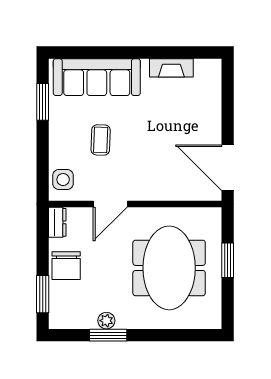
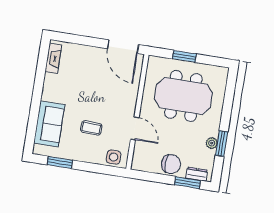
fireplace: (171, 68) -> (53, 58), moved
sofa: (97, 77) -> (49, 124), width x0.73
door: (228, 168) -> (123, 47), hinge flipped
dresser: (57, 222) -> (197, 174), moved

